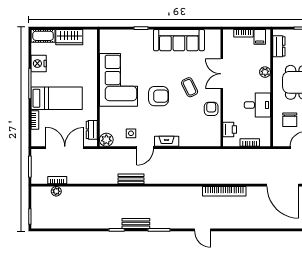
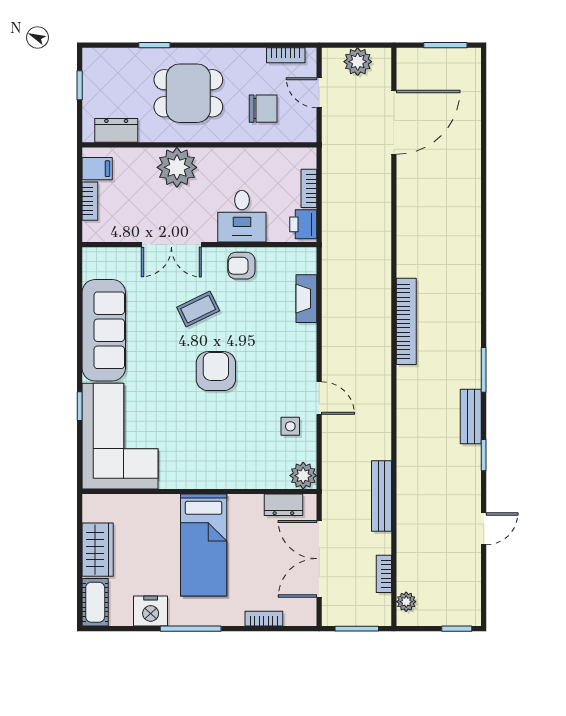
plant: (265, 72) -> (177, 167), width x1.87, depth x1.87
corner sofa: (118, 80) -> (120, 436), moved, turned 90
bed: (57, 98) -> (204, 545), moved, turned 180
desk: (257, 105) -> (242, 216), moved, turned 180
printer: (230, 129) -> (303, 224), moved, turned -90
fireplace: (167, 141) -> (306, 299), moved
bench: (131, 179) -> (381, 496), moved, width x1.36
plant: (56, 191) -> (406, 602), moved
bookcase: (224, 191) -> (406, 321), moved
door: (203, 230) -> (484, 529), moved

